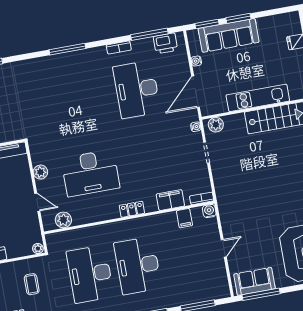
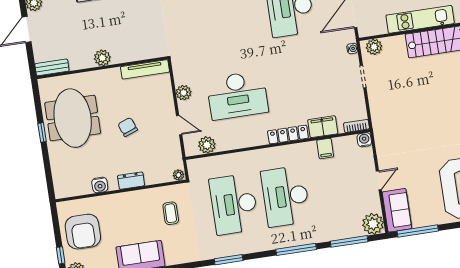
locker: (132, 209) -> (288, 135), width x1.53
filing cabinet: (184, 218) -> (325, 148), moved
sofa: (254, 281) -> (397, 210), moved, turned 90
plant: (219, 289) -> (373, 224), added

